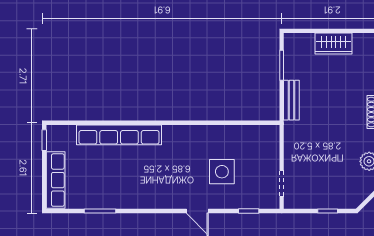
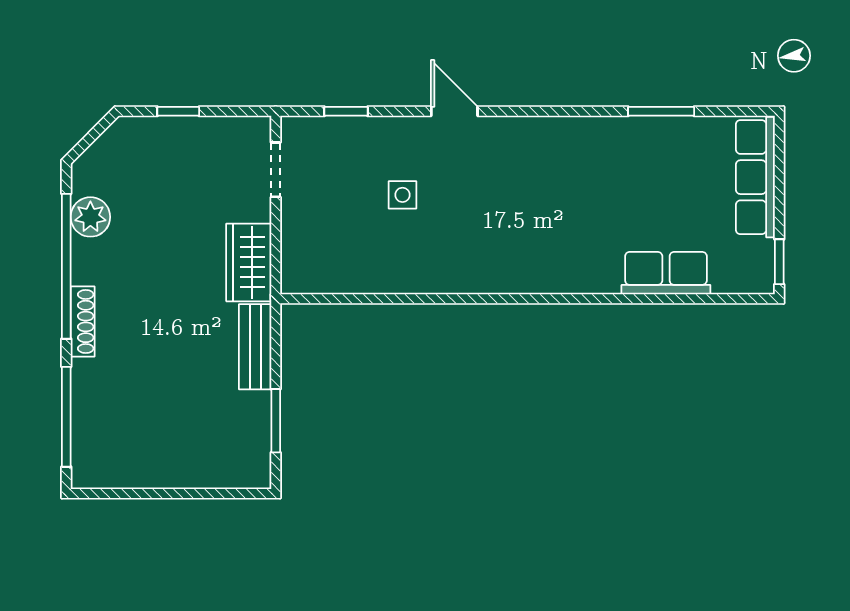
wardrobe: (333, 44) -> (249, 262), moved, turned -90
row of seats: (119, 135) -> (666, 273), width x0.50
side table: (222, 172) -> (402, 195), width x0.54, depth x0.54

